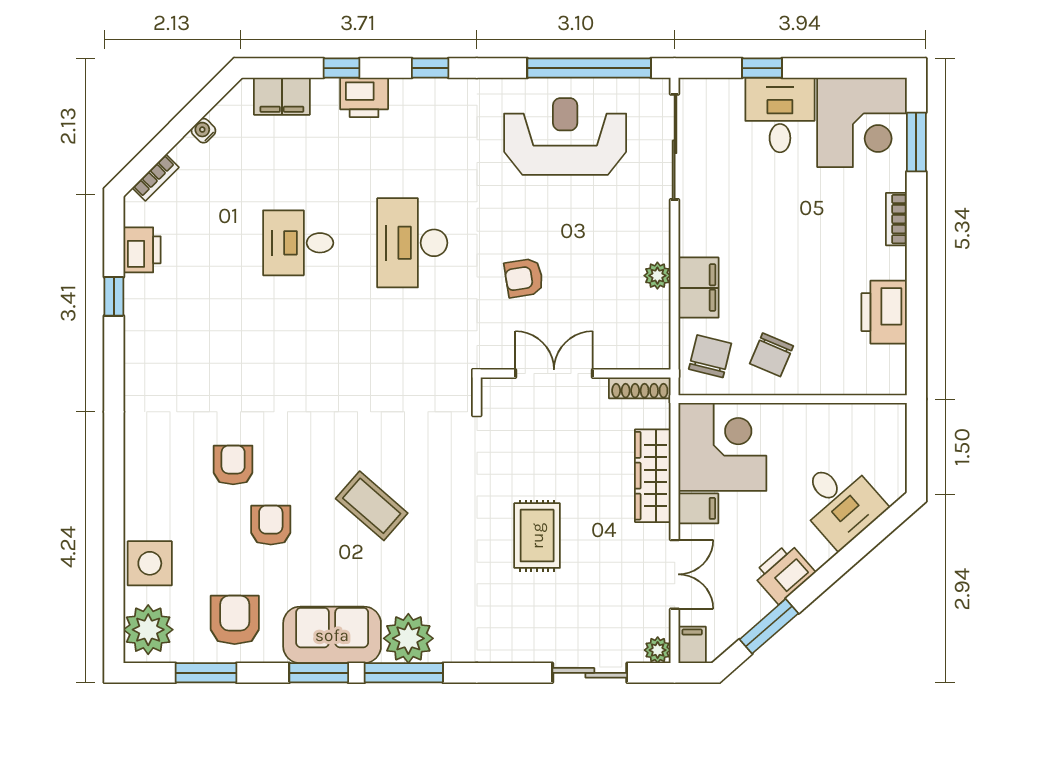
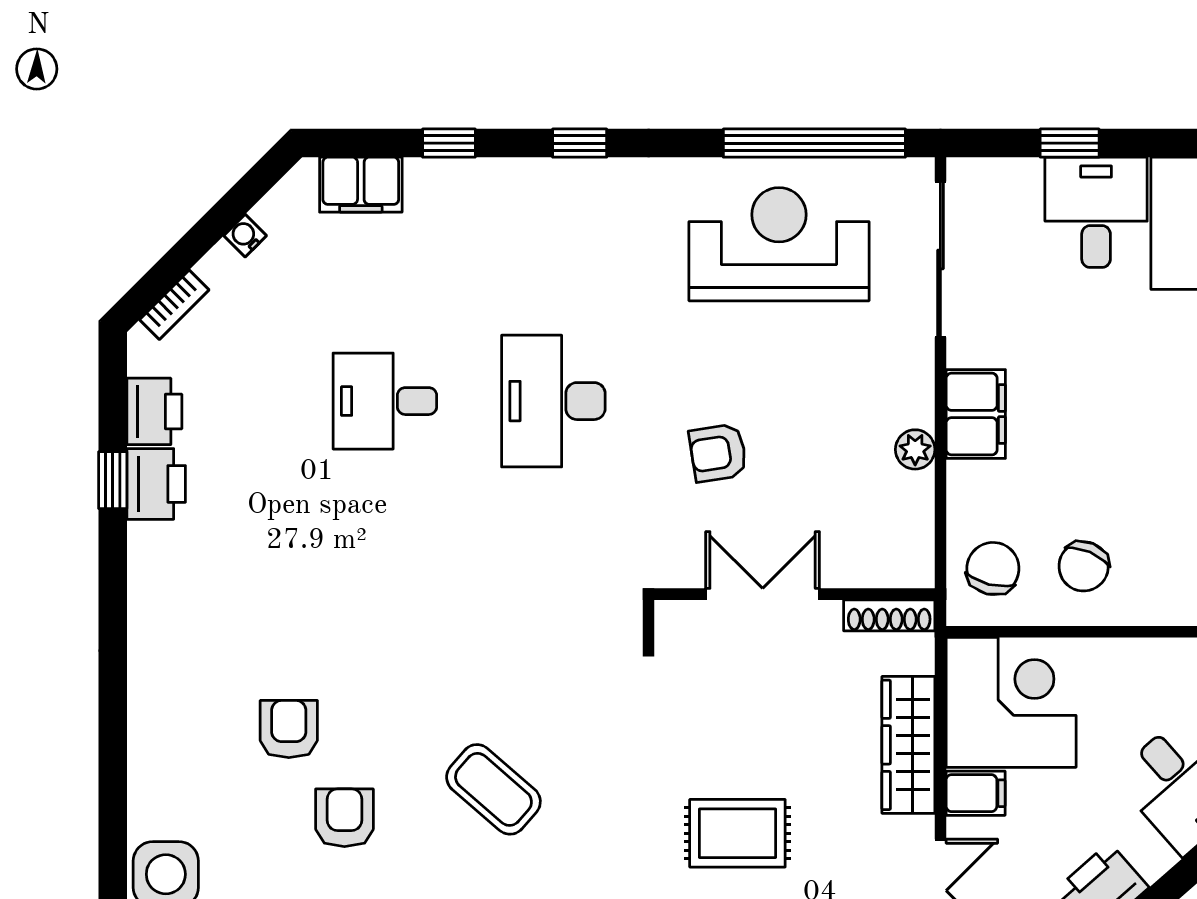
printer: (364, 97) -> (156, 484), moved, turned -90
filing cabinet: (698, 288) -> (976, 414), moved
rug: (537, 536) -> (737, 833), turned 90

